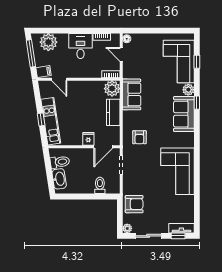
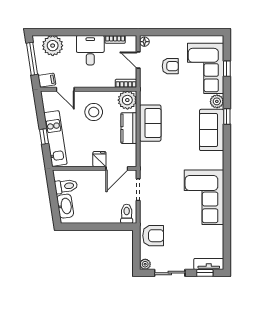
sofa: (132, 94) -> (150, 123), moved
stool: (83, 99) -> (94, 112), added
armchair: (139, 137) -> (170, 66), moved, turned -90
toilet: (100, 185) -> (127, 214), moved

